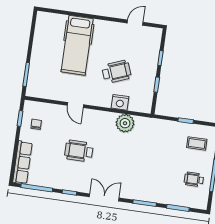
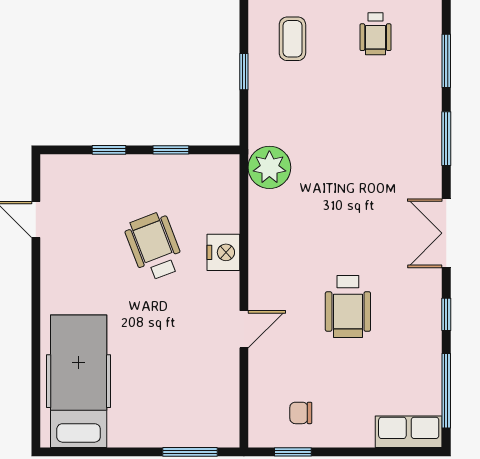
hospital bed: (77, 45) -> (79, 381), moved, turned -90
nightstand: (120, 102) -> (223, 252), moved
plant: (125, 123) -> (269, 167), moved
row of seats: (23, 162) -> (409, 432), width x0.68

